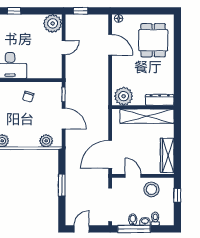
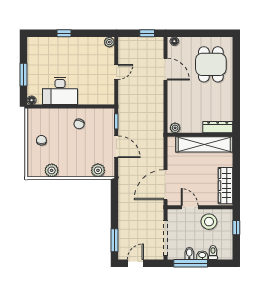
window: (81, 11) -> (147, 33), moved
plant: (53, 23) -> (109, 42), width x0.53, depth x0.53
plant: (124, 96) -> (175, 128), width x0.53, depth x0.53
window: (62, 185) -> (114, 240), moved

